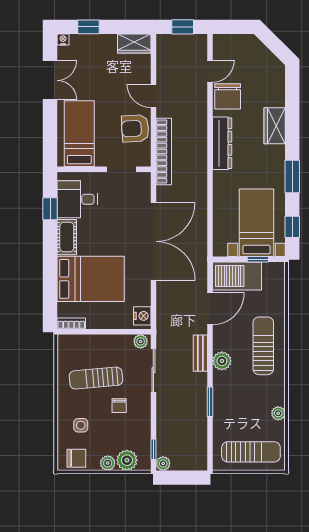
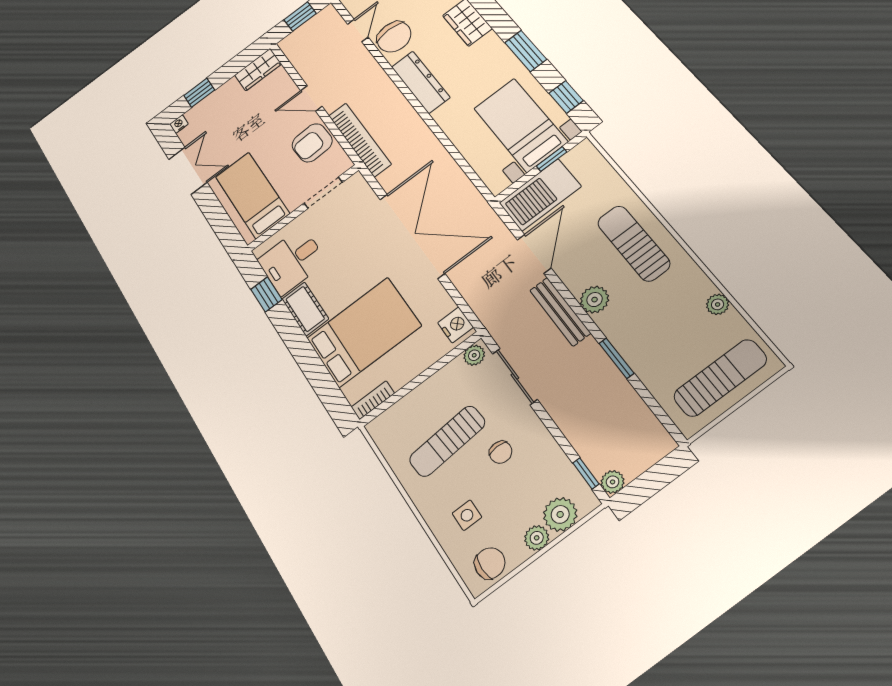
bench: (200, 353) -> (560, 312), width x1.36

